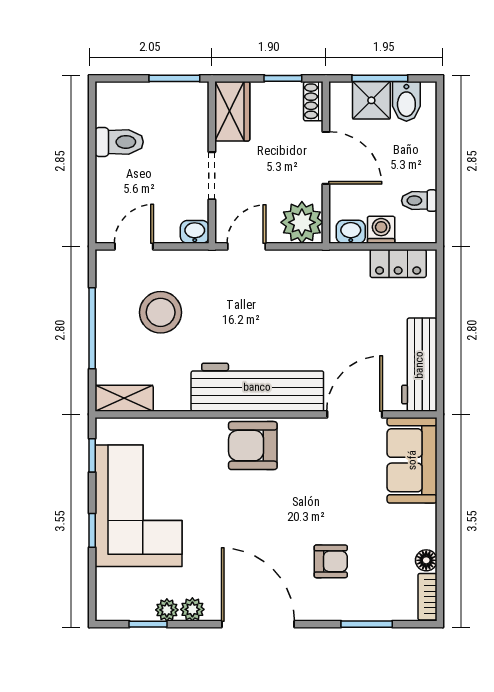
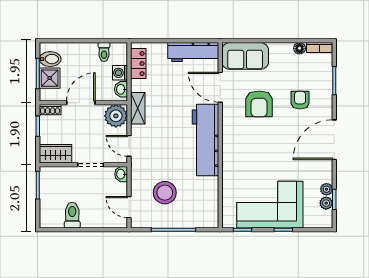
shelving: (124, 398) -> (138, 108), moved
armchair: (253, 446) -> (259, 104), moved
plant: (192, 609) -> (326, 203), moved

